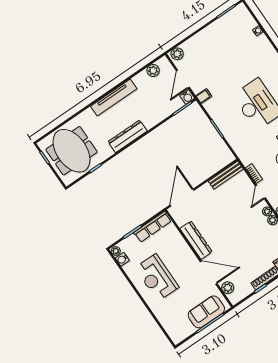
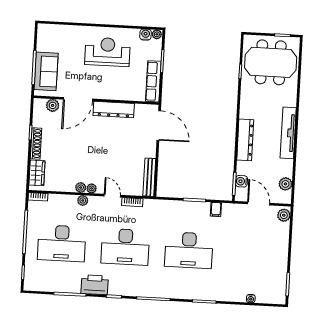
filing cabinet: (204, 96) -> (216, 209), moved
water cooler: (187, 97) -> (241, 181), moved
dresser: (128, 136) -> (245, 140), moved

